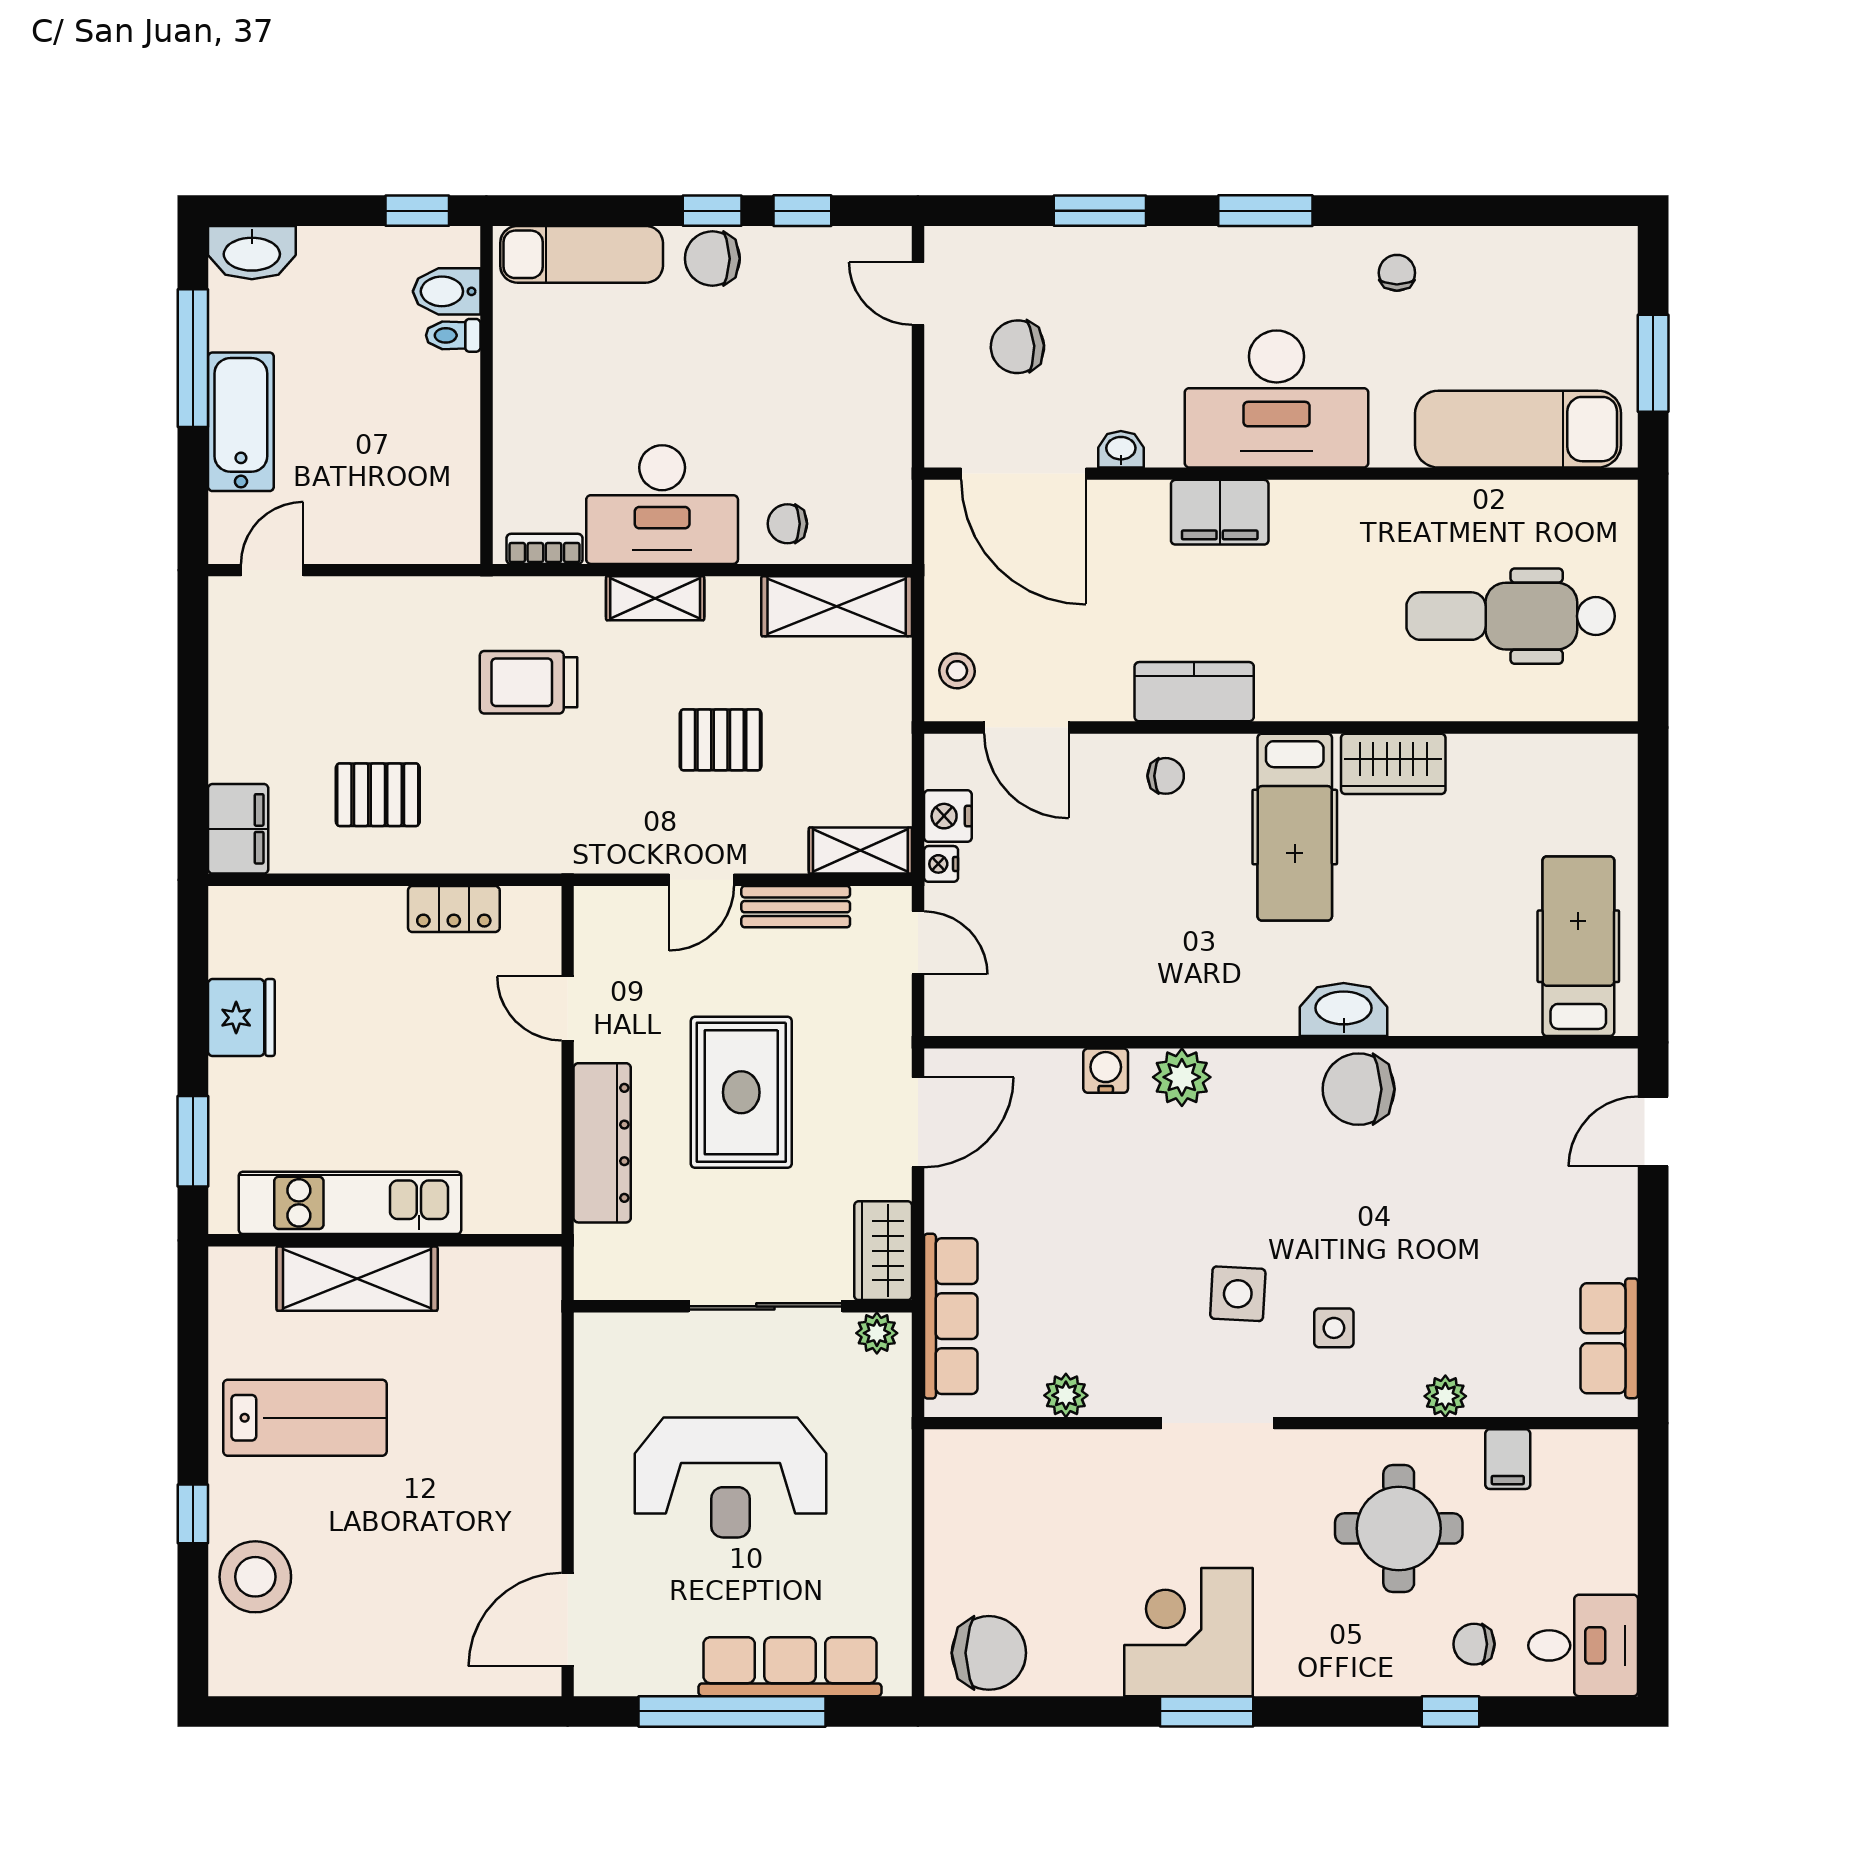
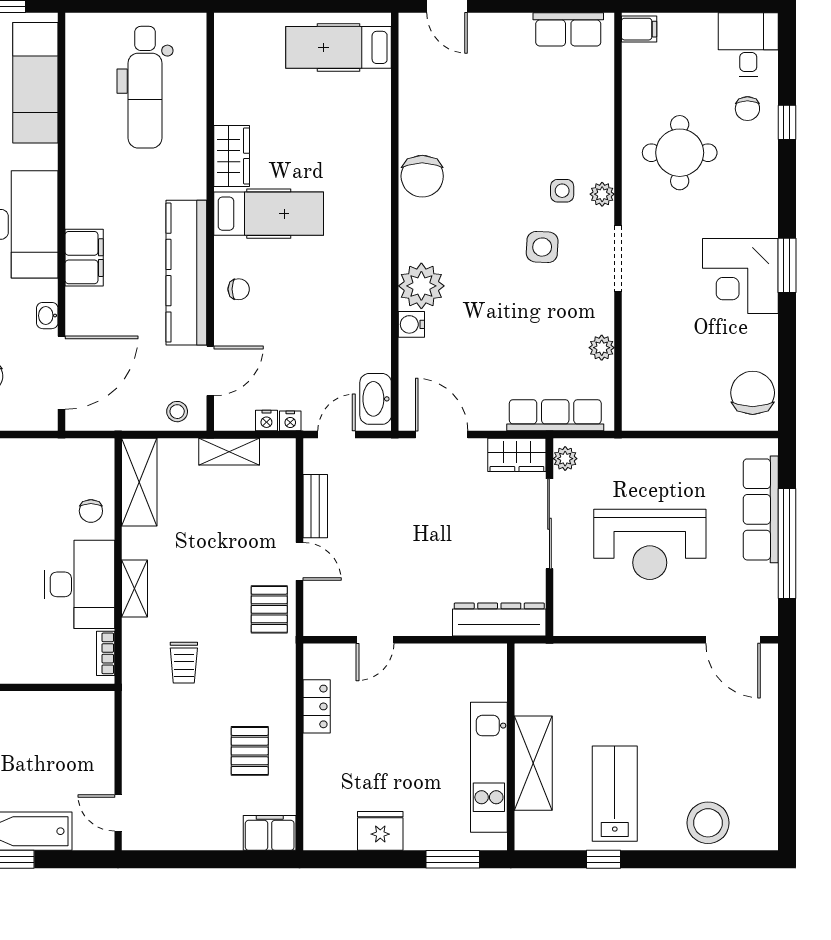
trolley: (529, 682) -> (184, 663), width x0.73, depth x0.72
kitchen counter: (1194, 692) -> (186, 273), width x2.08, depth x1.17
pallet: (721, 740) -> (269, 609), moved
chair: (1166, 776) -> (239, 289), turned 90
nightstand: (948, 816) -> (266, 421), width x0.72, depth x0.74
shelving: (860, 851) -> (229, 452), moved, turned 90
washbasin: (1344, 1010) -> (376, 399), moved
plant: (1182, 1077) -> (421, 286), width x1.36, depth x1.36
rug: (741, 1092) -> (424, 538), removed
dresser: (602, 1143) -> (499, 620), moved
plant: (1445, 1396) -> (602, 194), moved
filing cabinet: (1508, 1459) -> (639, 29), moved
reception desk: (730, 1477) -> (650, 544), turned 90
window: (193, 1514) -> (604, 859), moved

